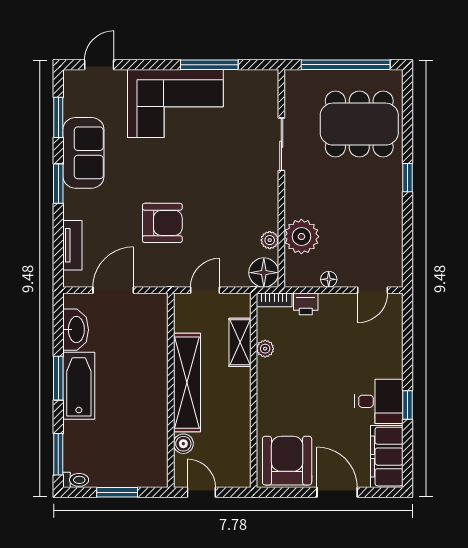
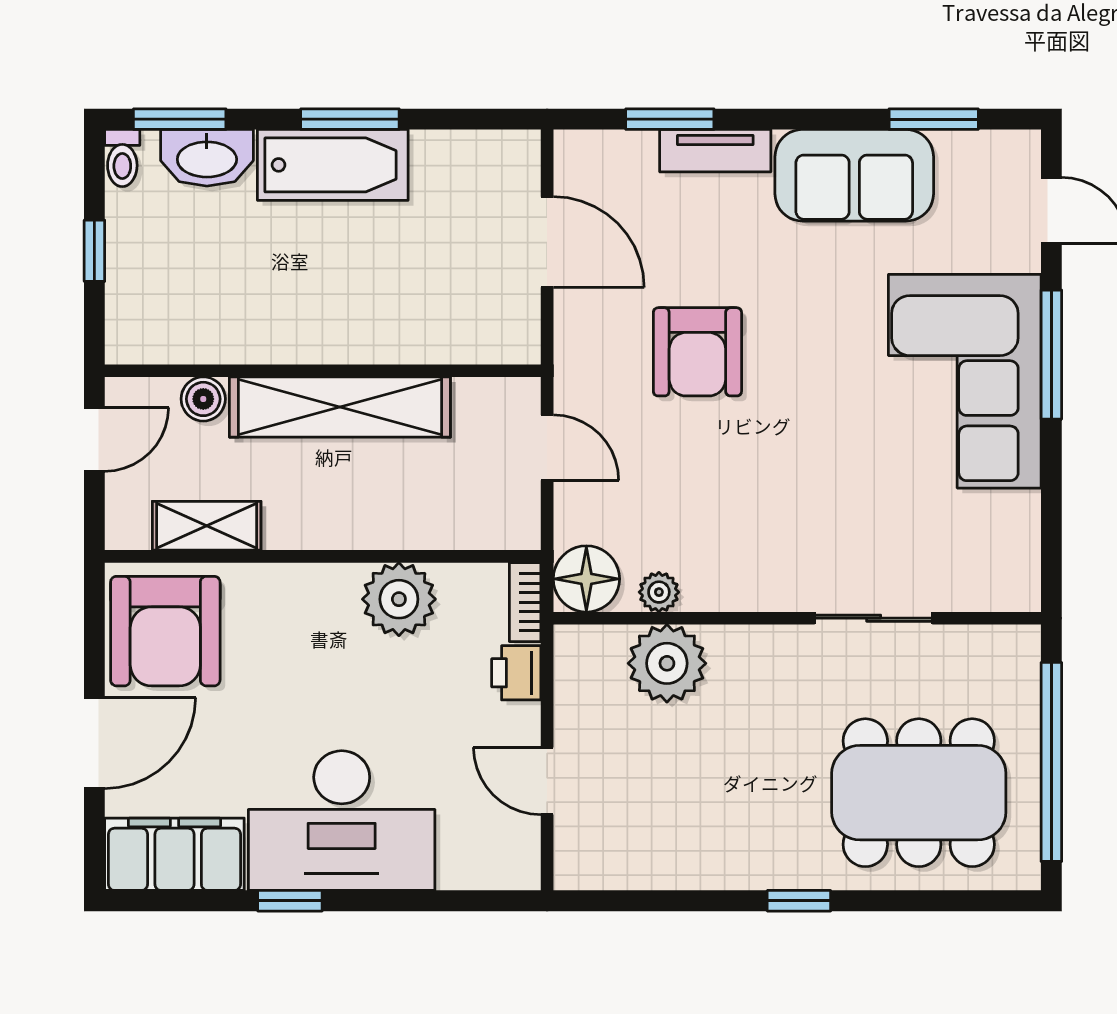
window: (209, 65) -> (1051, 355), moved
dining table: (359, 124) -> (919, 793), turned 90
window: (58, 184) -> (670, 119), moved
tv unit: (72, 245) -> (715, 151), moved
floor lamp: (329, 279) -> (571, 724), removed
door: (373, 290) -> (547, 781), moved
washbasin: (76, 330) -> (207, 158), moved
shelving: (240, 342) -> (207, 526), moved
plant: (265, 349) -> (399, 599), width x1.88, depth x1.88
desk: (379, 401) -> (342, 821), width x1.87, depth x1.30
armchair: (287, 461) -> (165, 631), turned 90
window: (117, 492) -> (94, 251), width x0.67

